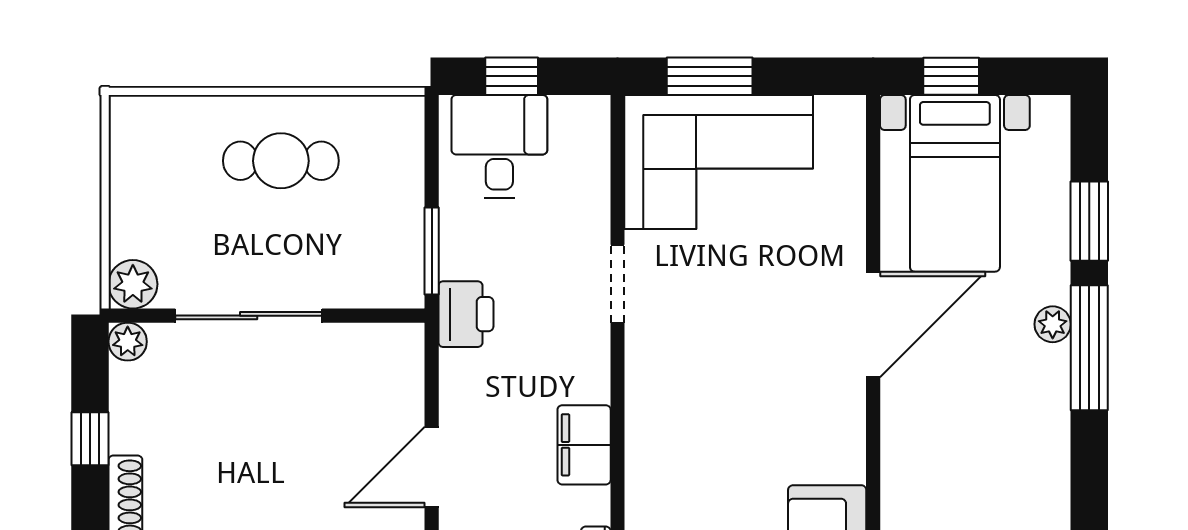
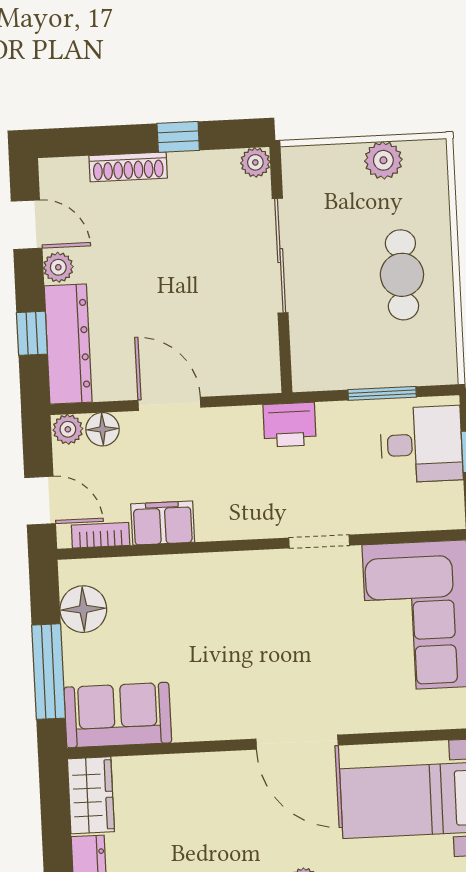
window: (432, 251) -> (382, 393), moved
plant: (133, 284) -> (383, 160), moved
filing cabinet: (584, 445) -> (163, 523), moved

